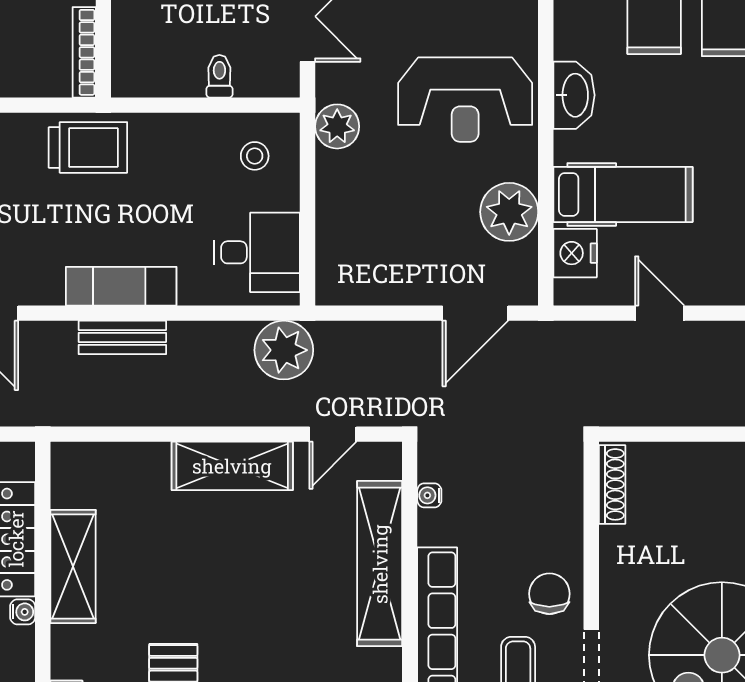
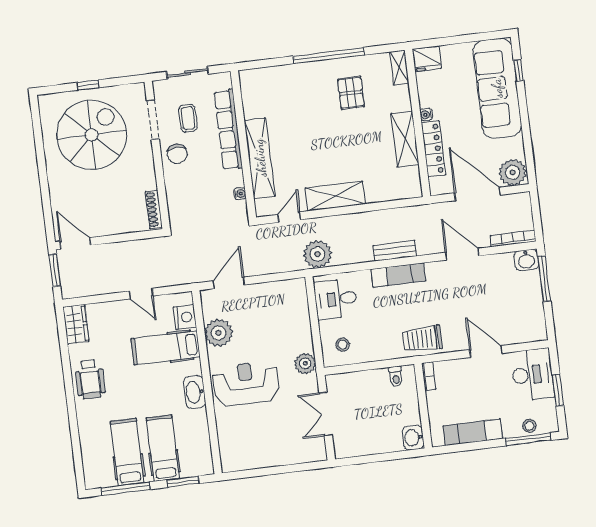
bookcase: (84, 52) -> (429, 376), width x0.64
toilet: (219, 76) -> (396, 376), moved

